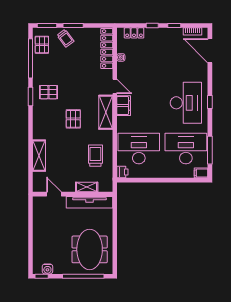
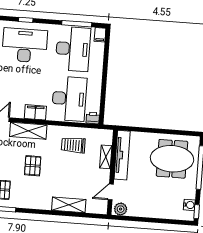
filing cabinet: (124, 106) -> (35, 112), moved
pallet: (73, 119) -> (33, 166), turned 90
desk: (139, 149) -> (69, 99), turned 180
desk: (186, 149) -> (73, 49), turned 180
plant: (39, 205) -> (121, 209), added

